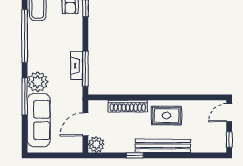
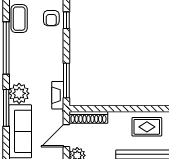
fireplace: (77, 66) -> (58, 95), moved
shoe rack: (128, 106) -> (88, 117), moved

